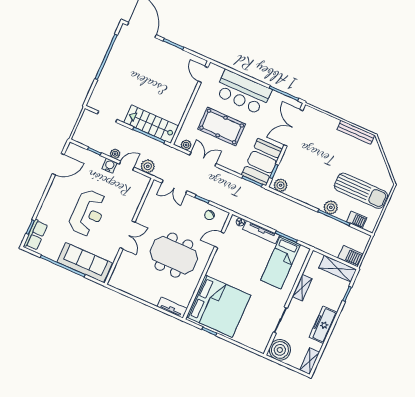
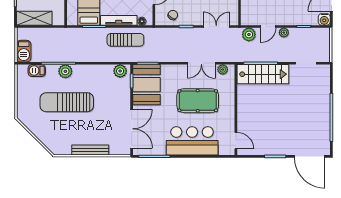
bench: (356, 132) -> (90, 150), moved
water cooler: (109, 166) -> (324, 19), moved
sun lounger: (361, 191) -> (67, 102), moved
sun lounger: (263, 212) -> (125, 40), added
barbecue: (351, 256) -> (24, 51), moved, turned -90

